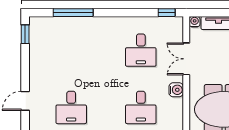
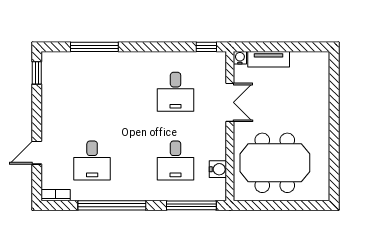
double door: (186, 59) -> (230, 102), swing flipped
water cooler: (176, 90) -> (218, 169), moved

